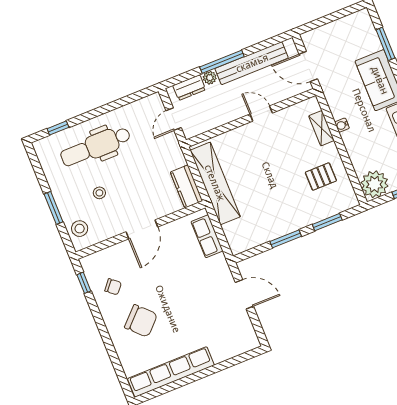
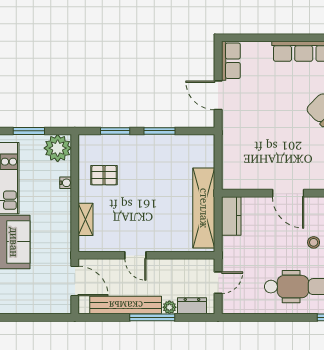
water cooler: (342, 125) -> (66, 183), moved
door: (142, 229) -> (288, 193), swing flipped
row of seats: (207, 236) -> (231, 61), moved

